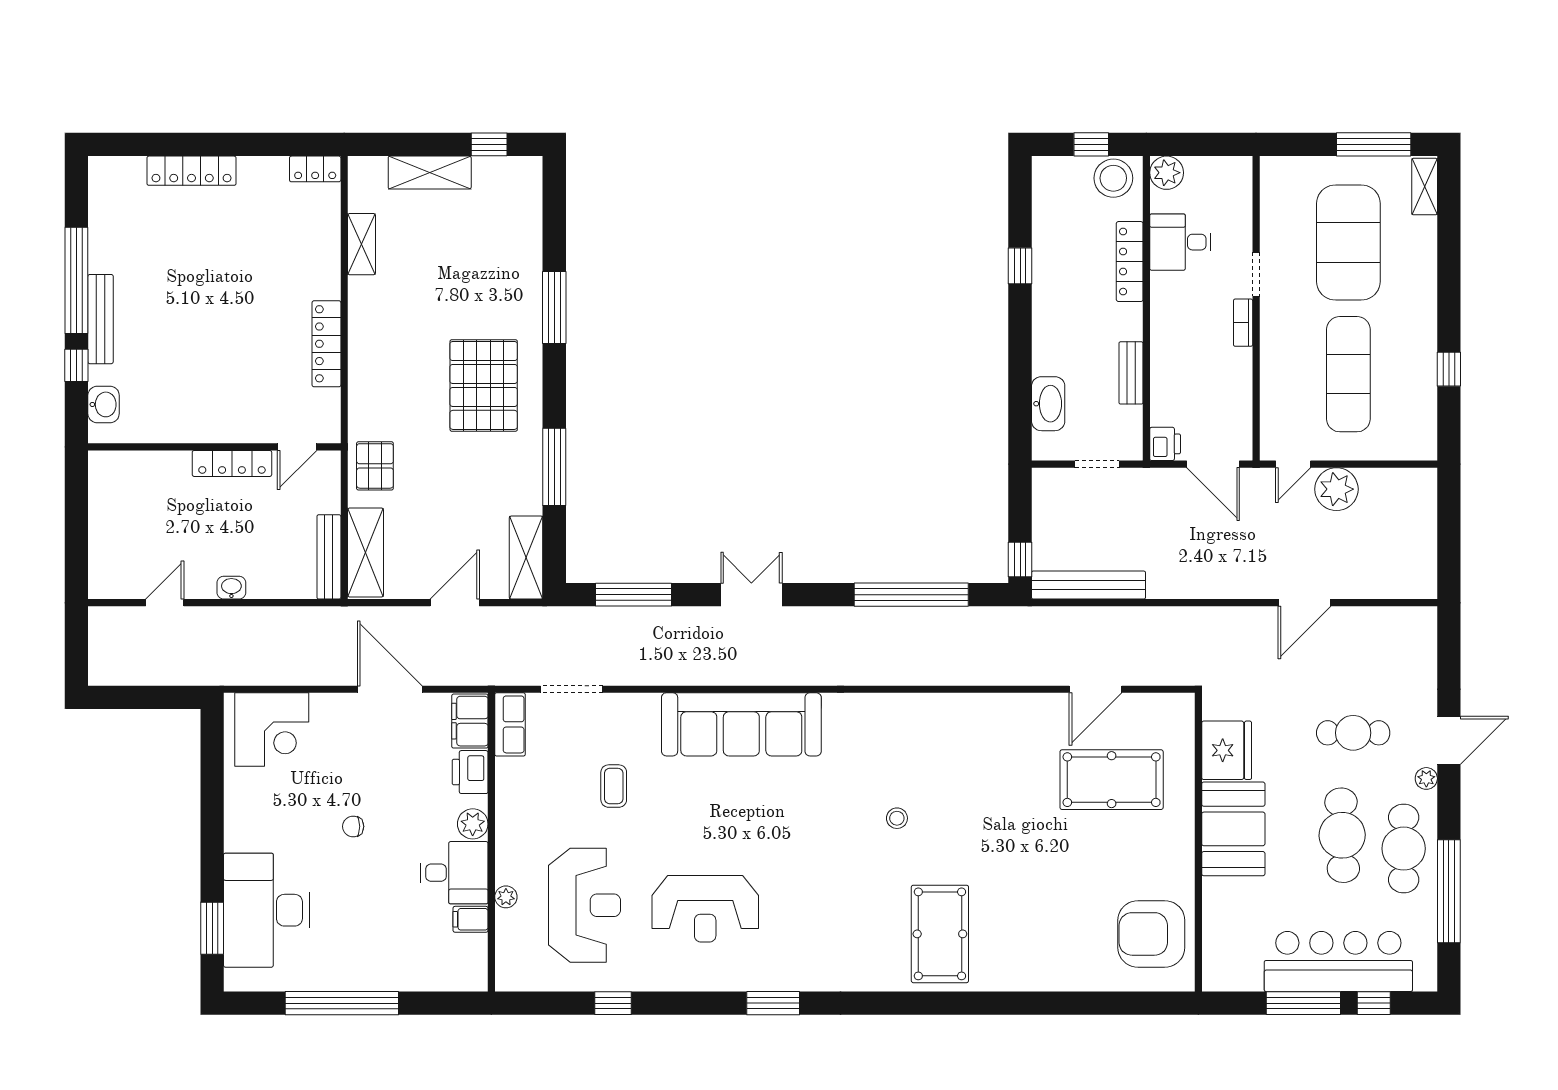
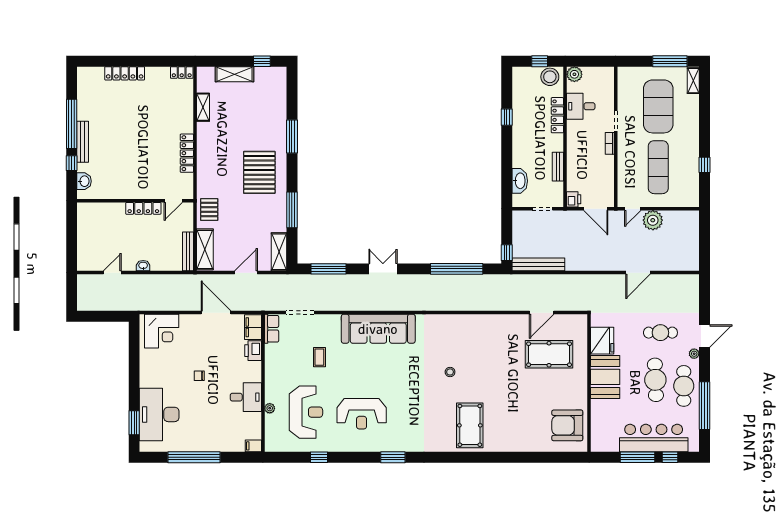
plant: (473, 824) -> (254, 375), removed
filing cabinet: (471, 919) -> (253, 446), moved

